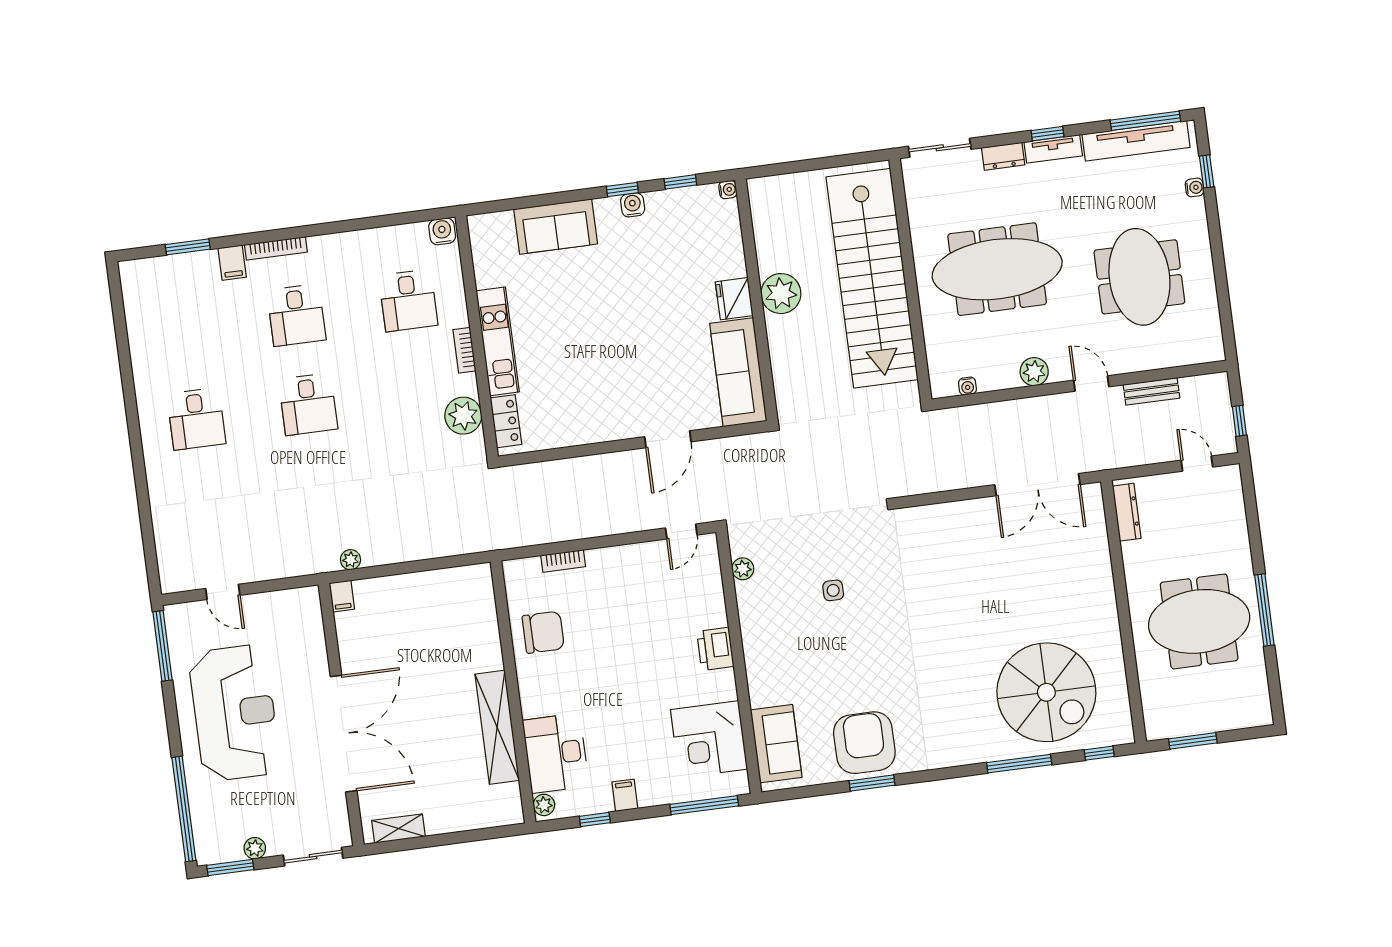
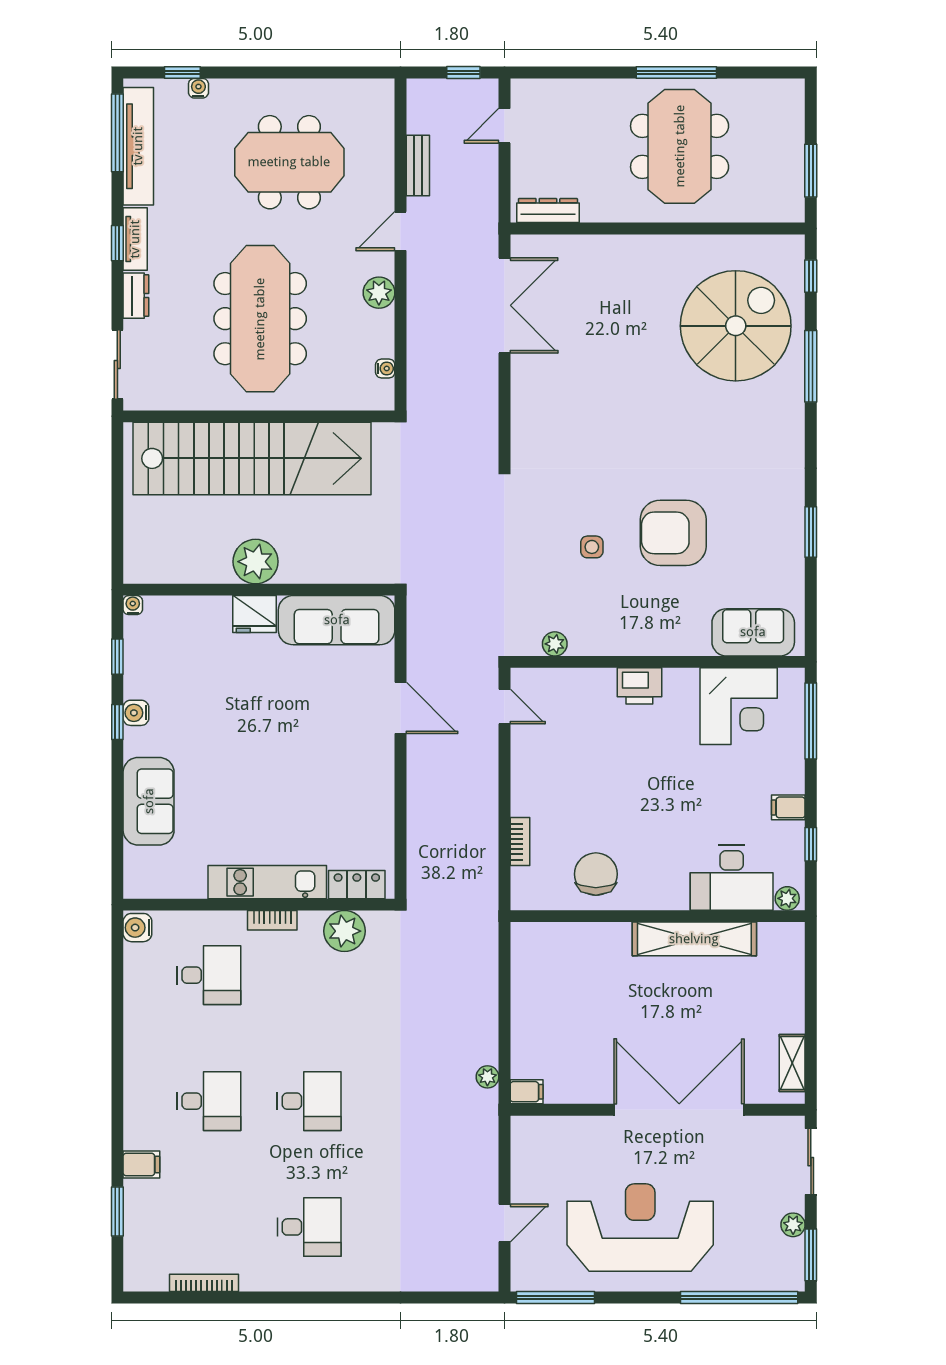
bookcase: (276, 248) -> (204, 1283), moved, turned -90
armchair: (864, 743) -> (673, 533), moved

